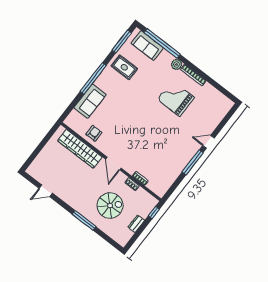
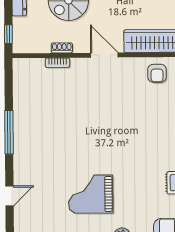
grand piano: (176, 98) -> (91, 194), turned 180
door: (208, 142) -> (9, 196), moved

